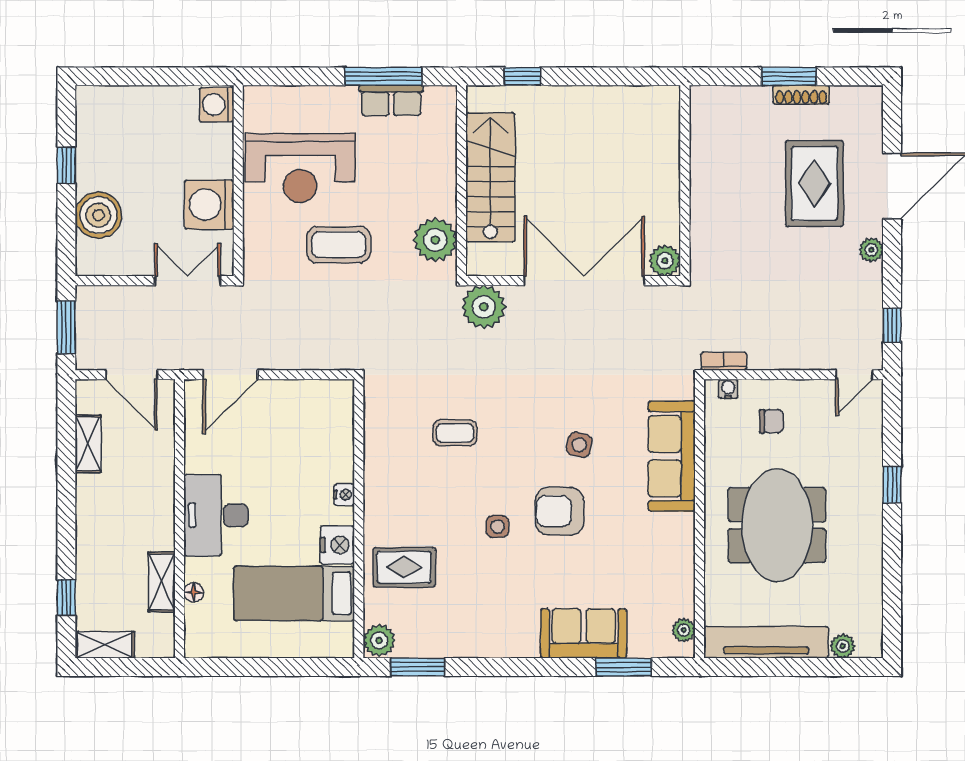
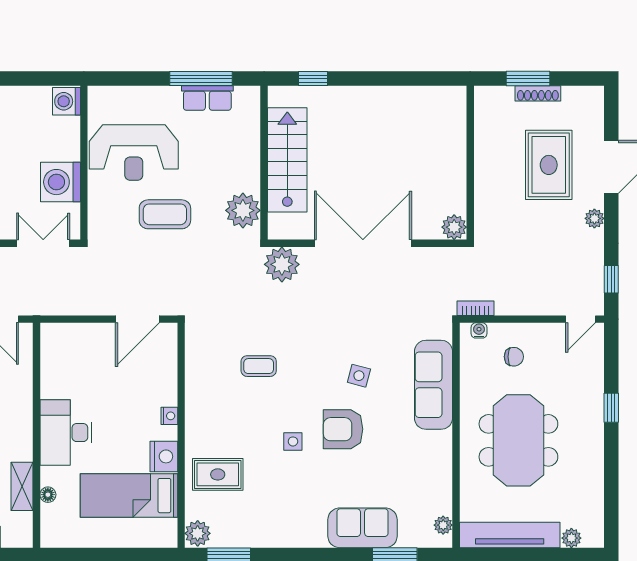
wall: (685, 181) -> (470, 163), moved
plant: (665, 261) -> (454, 227), moved
door: (230, 375) -> (137, 319), moved

